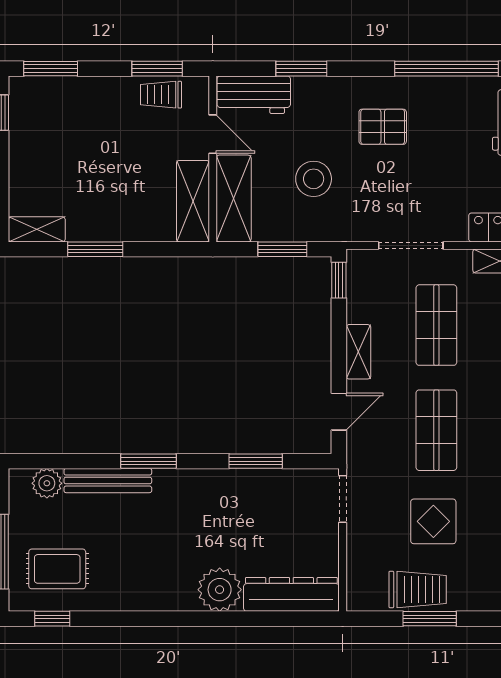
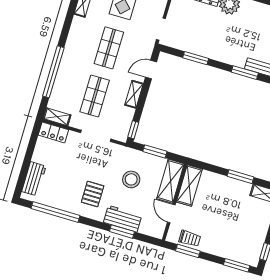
workbench: (254, 95) -> (123, 219), moved
pallet: (383, 127) -> (93, 194), turned 90

